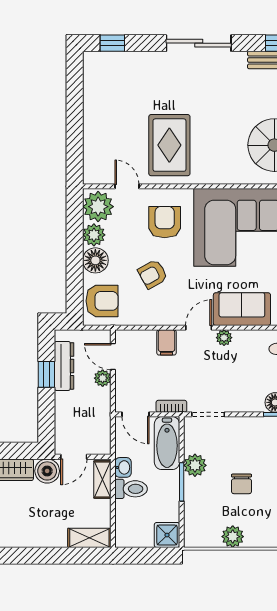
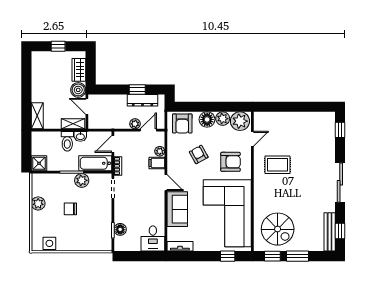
rug: (169, 145) -> (278, 165), width x0.73, depth x0.70
plant: (224, 338) -> (160, 151), moved

